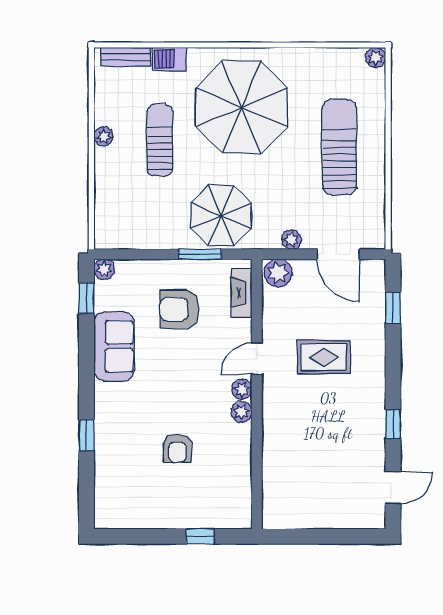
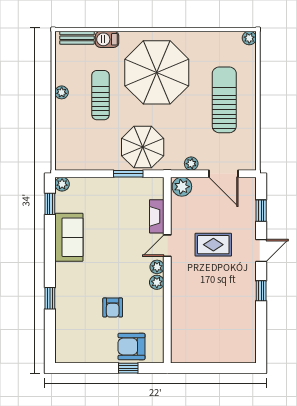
fireplace: (241, 293) -> (157, 216), moved
armchair: (179, 309) -> (132, 347), moved
door: (393, 488) -> (261, 250), moved

